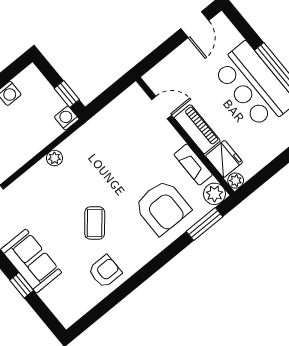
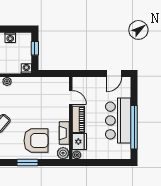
window: (67, 94) -> (35, 48), moved
armchair: (162, 207) -> (36, 141), turned -90
window: (205, 224) -> (28, 163), moved

